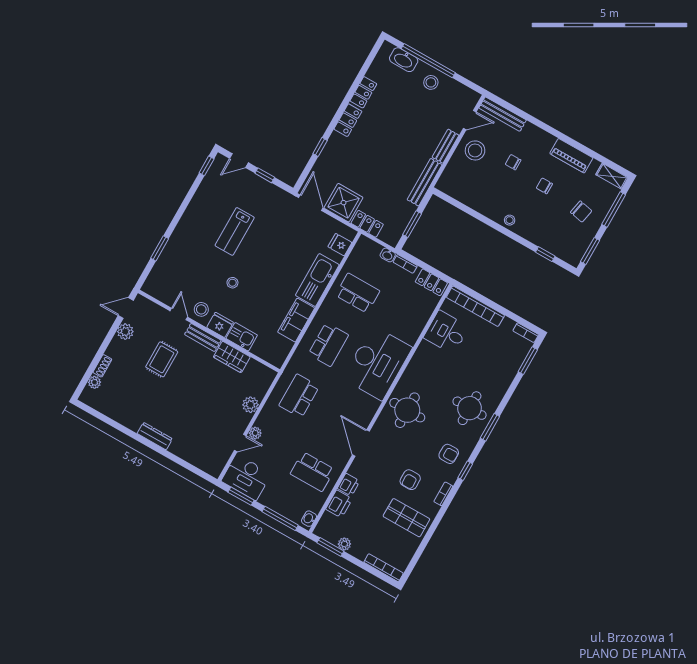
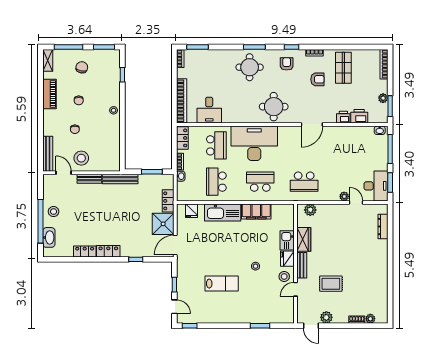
plant: (250, 405) -> (310, 210), moved
dresser: (155, 436) -> (383, 227), moved
school desk: (312, 472) -> (216, 145), moved

